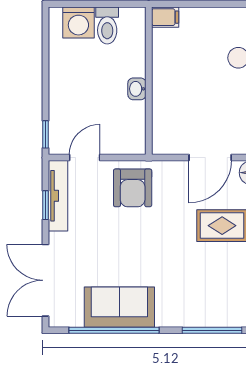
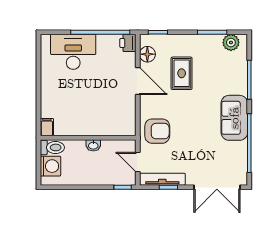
filing cabinet: (165, 17) -> (47, 127), moved
wall: (149, 81) -> (88, 138), moved
washbasin: (137, 89) -> (93, 145), moved
sofa: (119, 307) -> (234, 118), moved

